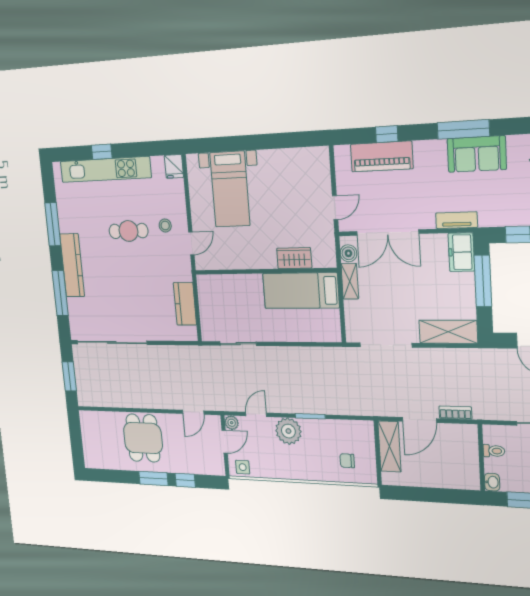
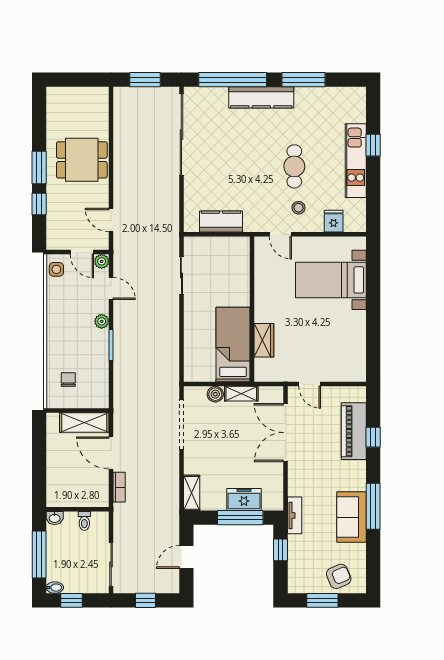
fridge: (174, 166) -> (334, 221), moved, turned 90
kitchen unit: (105, 170) -> (356, 161), width x0.73
tv unit: (457, 220) -> (295, 515), moved
freezer: (461, 252) -> (244, 499), moved
boiler: (348, 253) -> (215, 394), moved
window: (60, 293) -> (233, 80), width x1.46
shelving: (448, 332) -> (192, 493), width x0.67, depth x0.75
plant: (288, 431) -> (102, 321), width x0.53, depth x0.53

